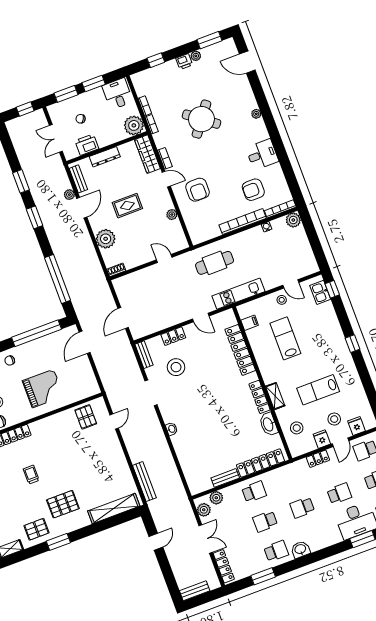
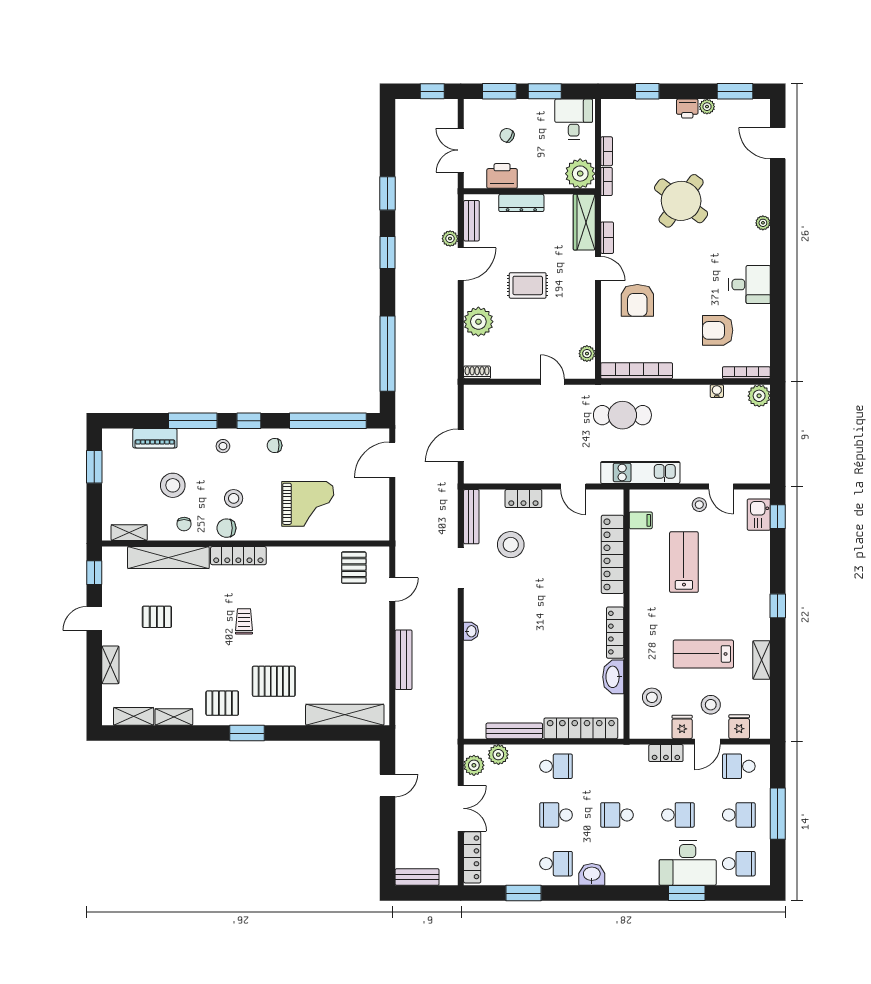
plant: (172, 215) -> (587, 354), moved
bookcase: (243, 222) -> (637, 371), moved
bench: (144, 355) -> (471, 517), width x1.36
shelving: (275, 396) -> (762, 660), moved
bench: (225, 478) -> (514, 731), width x1.36
bench: (144, 482) -> (404, 660), moved

